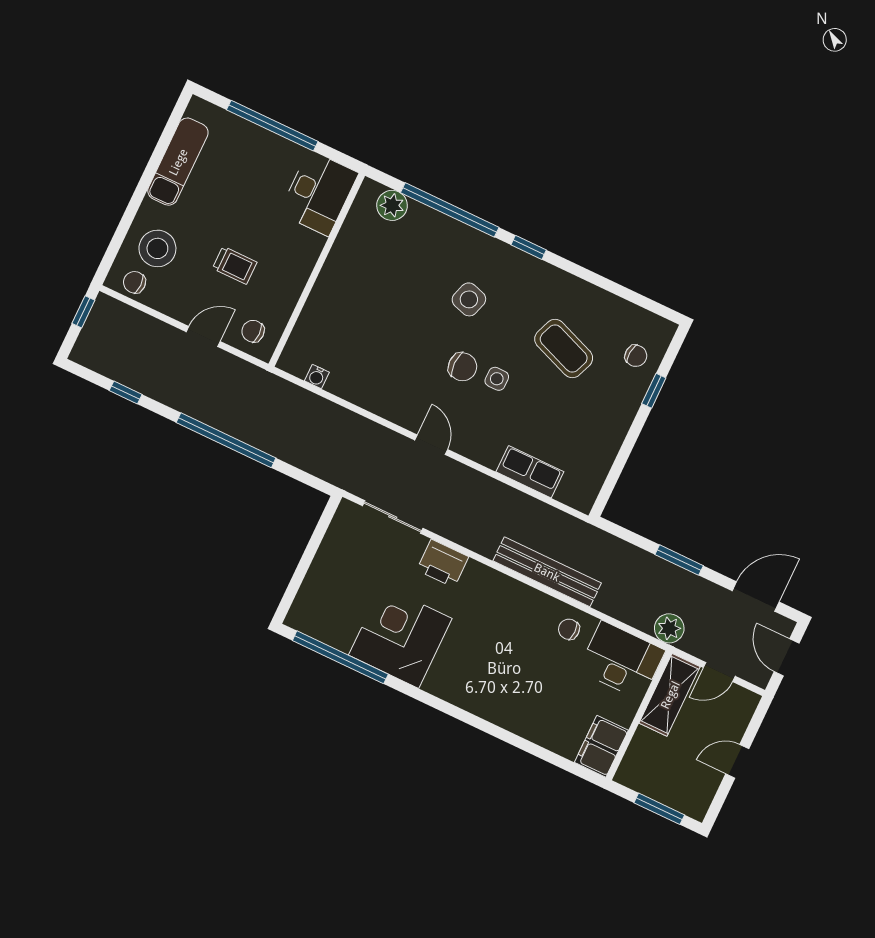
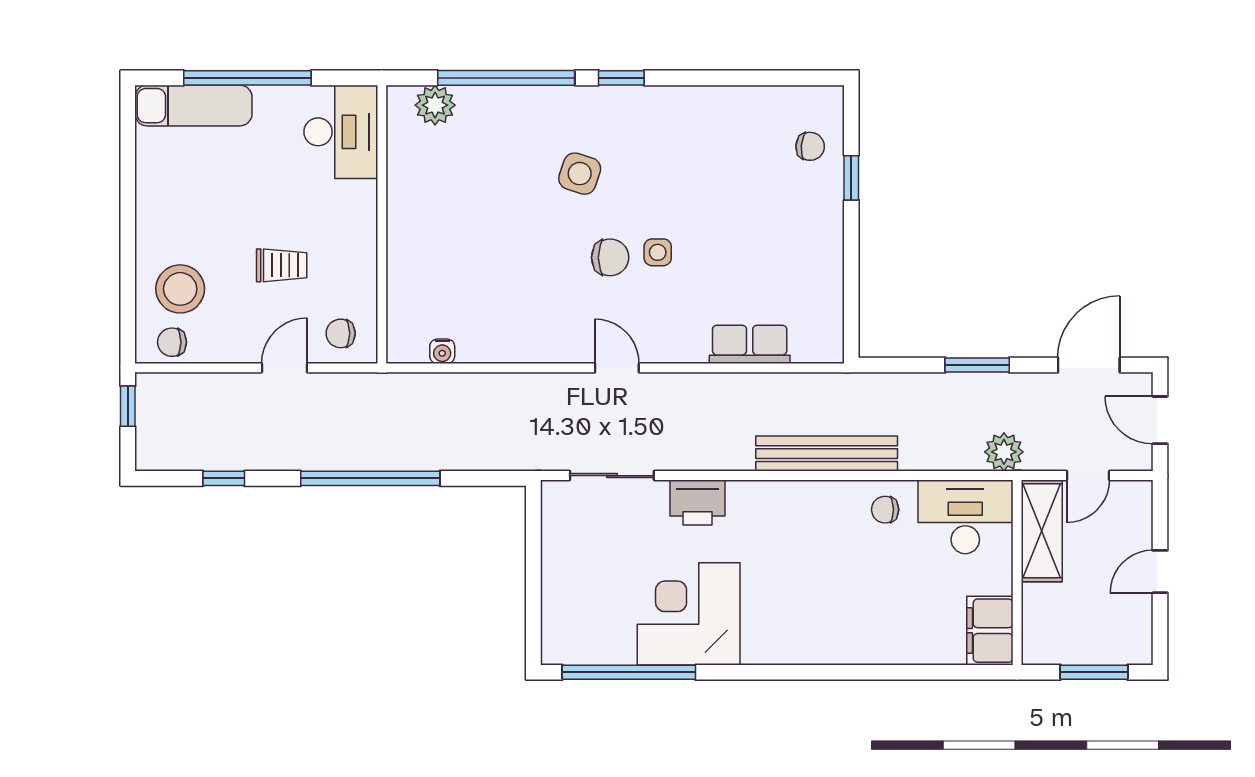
exam couch: (178, 162) -> (193, 106), moved, turned 90
coffee table: (564, 349) -> (720, 179), removed

